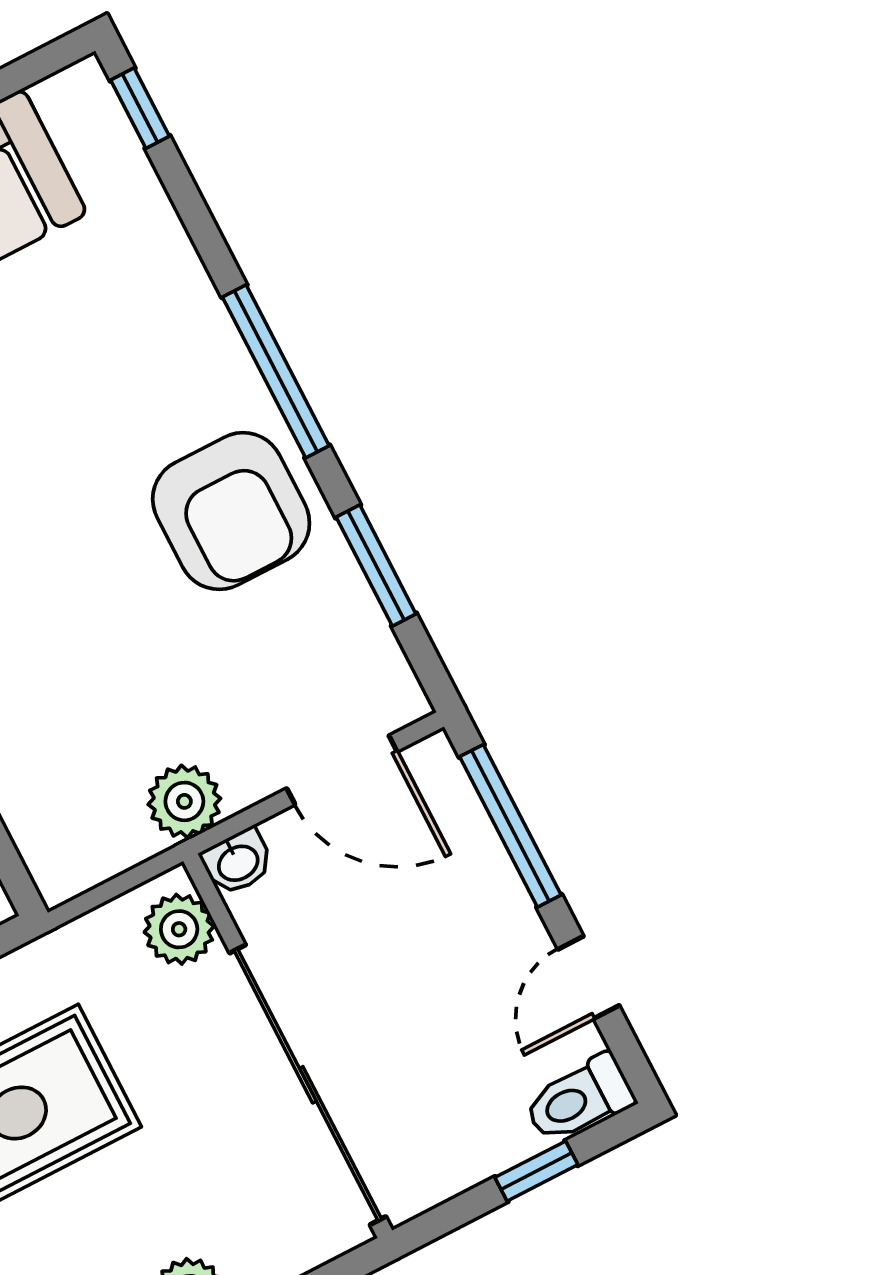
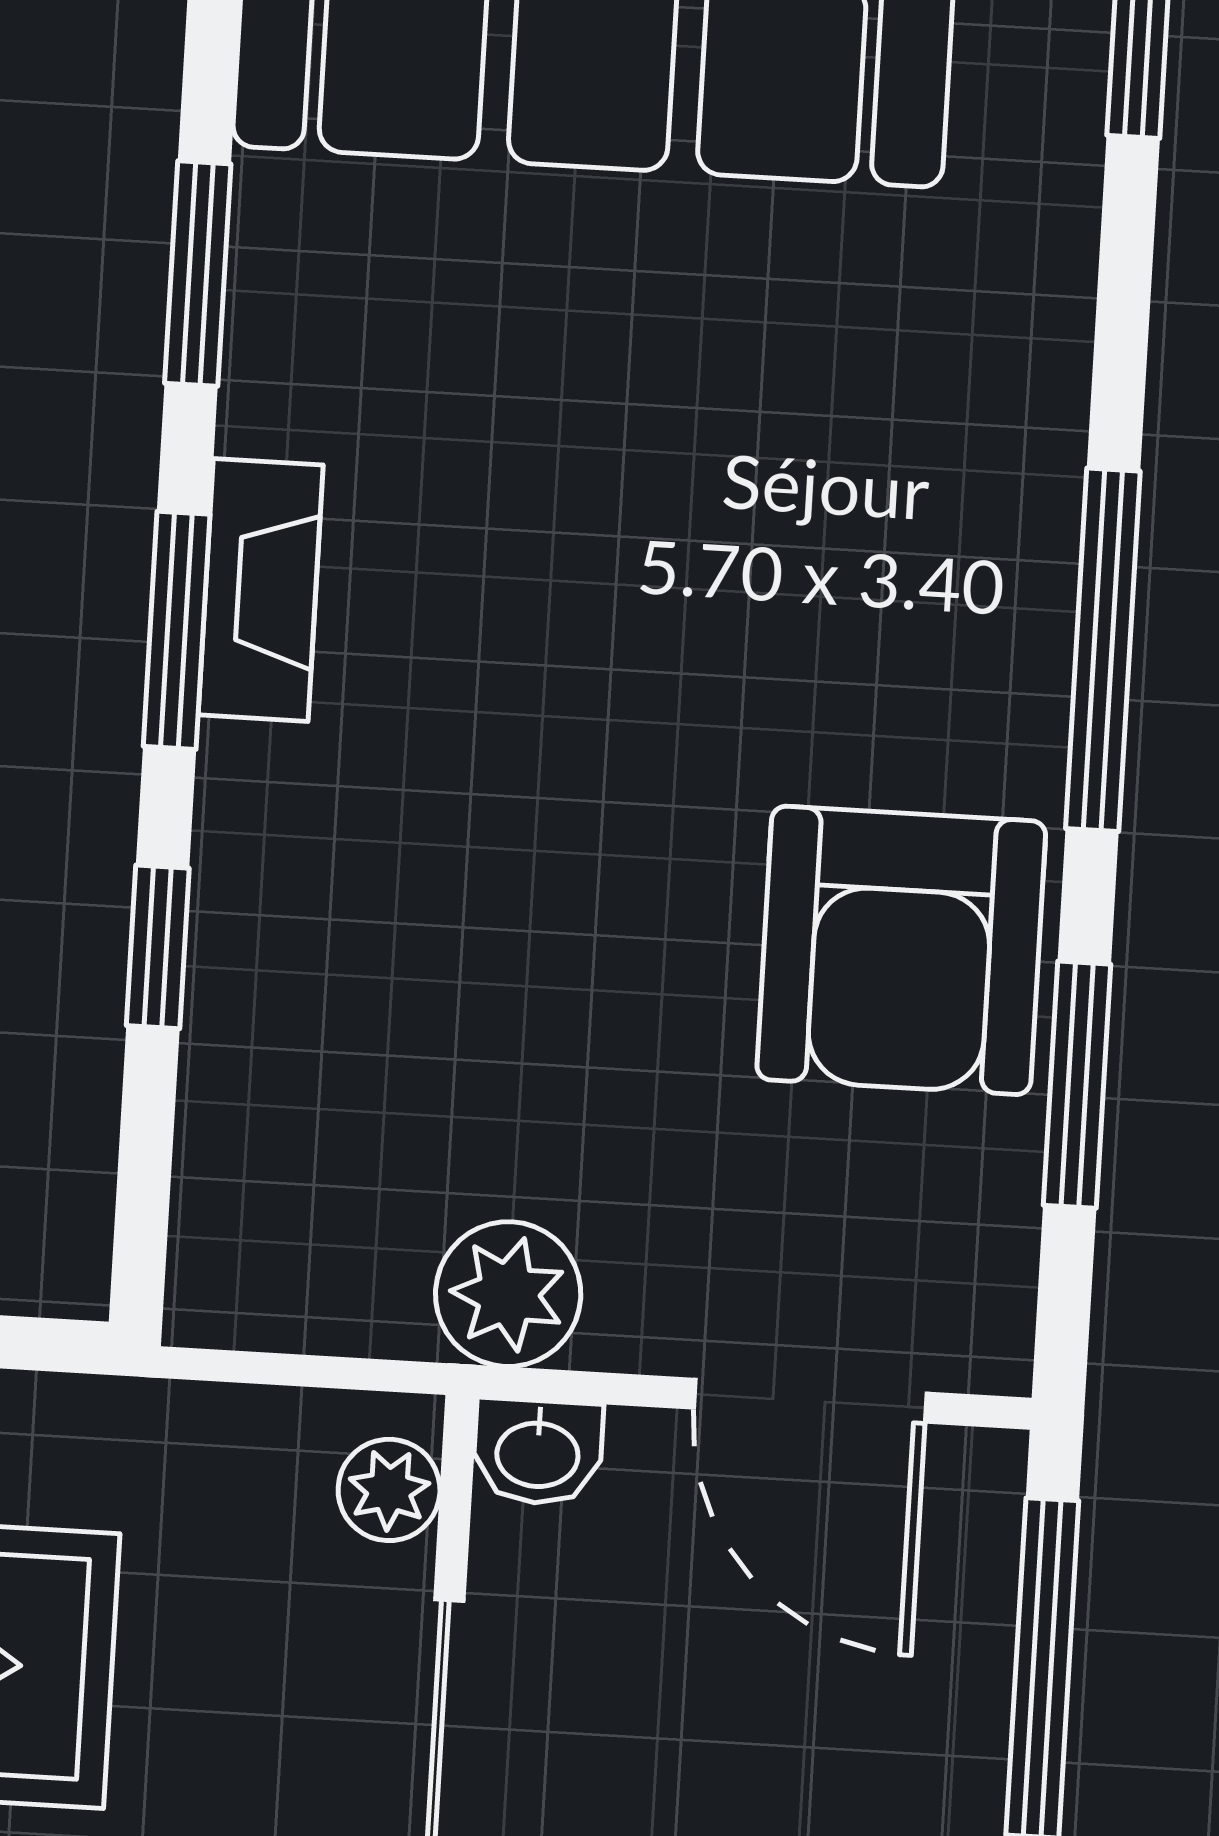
armchair: (231, 511) -> (901, 950), moved
plant: (179, 929) -> (389, 1490), width x0.73, depth x0.73

